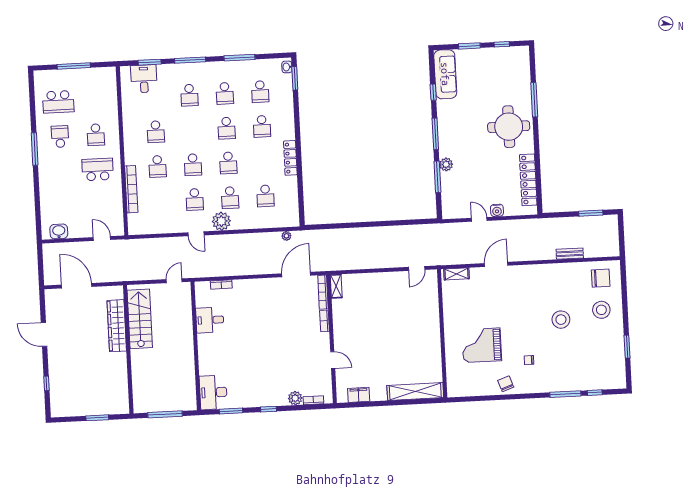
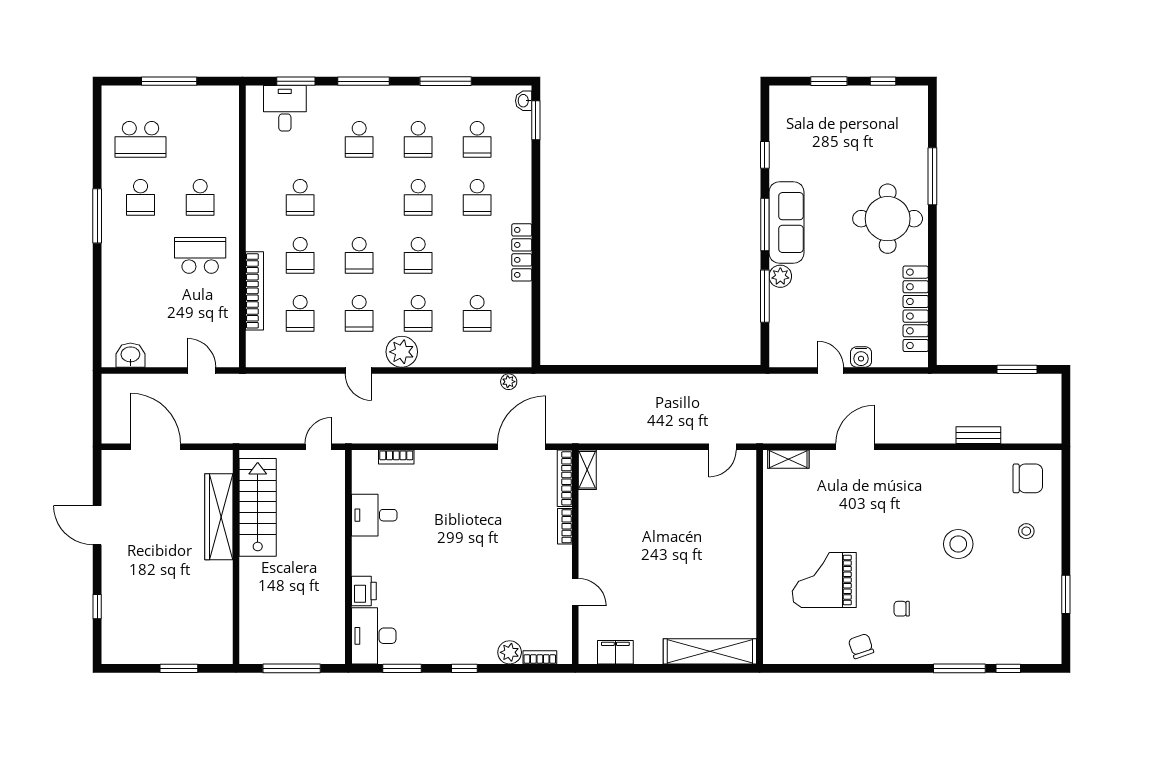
sofa: (445, 74) -> (786, 223), moved
school desk: (60, 137) -> (141, 197), turned 180
school desk: (159, 201) -> (300, 313), added
stool: (601, 310) -> (1026, 531), width x0.53, depth x0.53
printer: (206, 366) -> (364, 591), added

